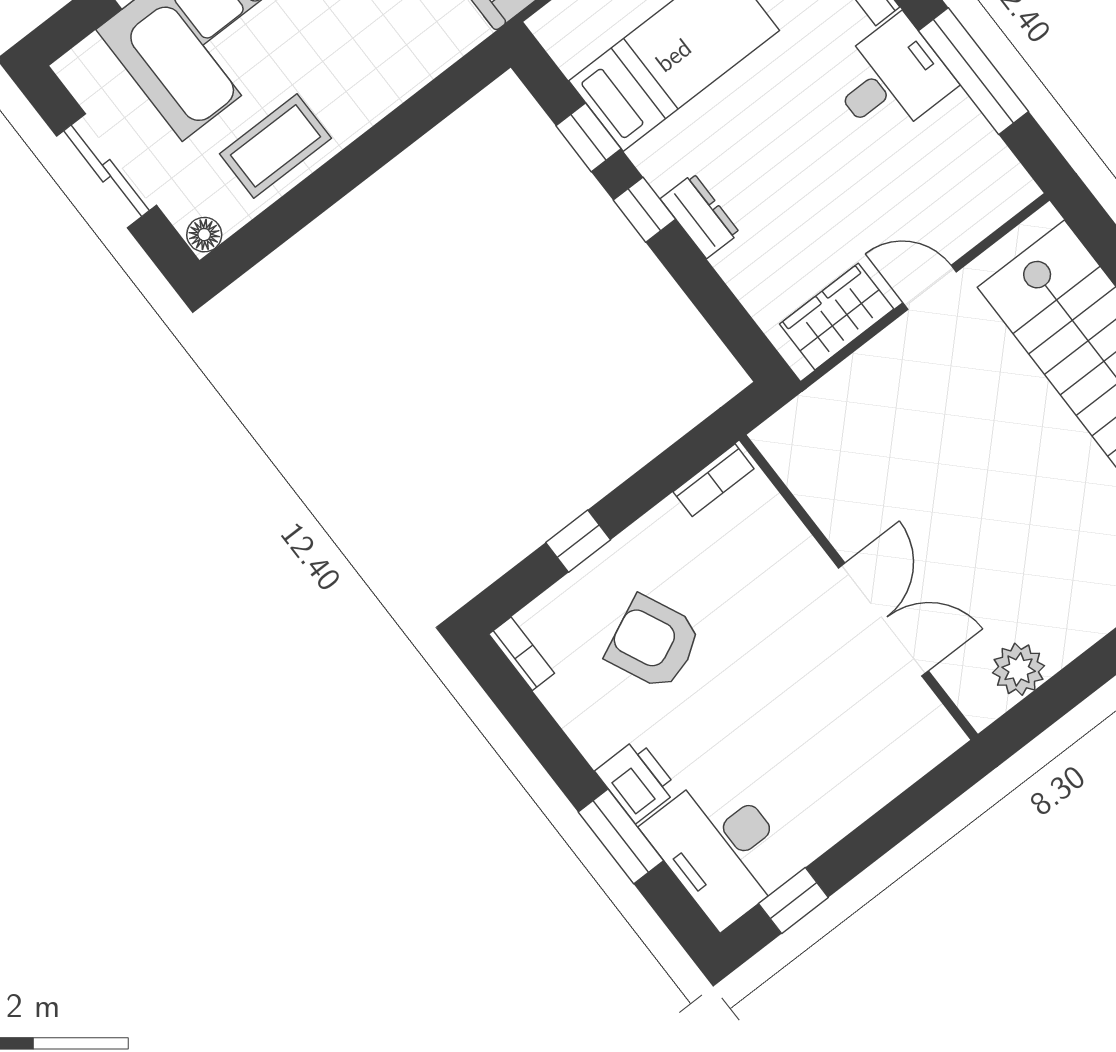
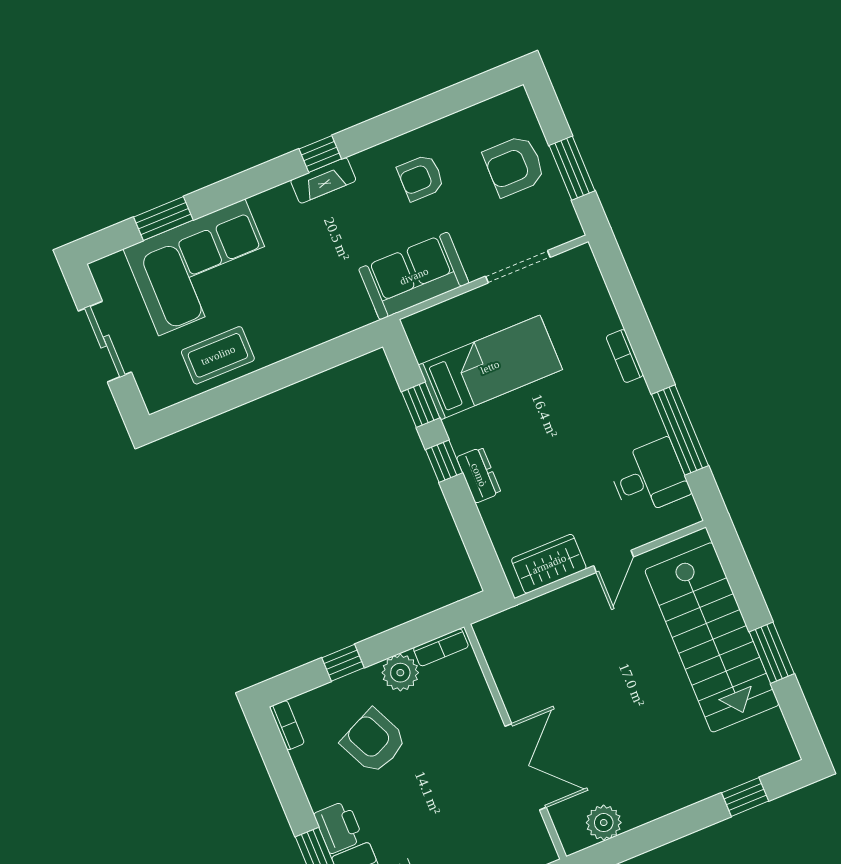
desk: (891, 79) -> (649, 478), moved
floor lamp: (204, 235) -> (157, 400), removed
door: (930, 287) -> (614, 561), swing flipped
plant: (665, 533) -> (400, 673), added

